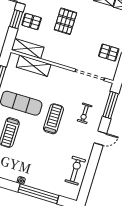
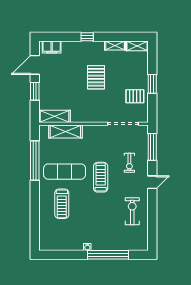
pallet: (32, 21) -> (50, 89), removed
pallet: (65, 21) -> (96, 77), moved
exercise bike: (75, 171) -> (132, 211), moved

